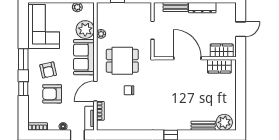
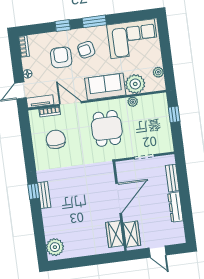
chair: (129, 90) -> (56, 139), moved, width x1.87, depth x1.87
bench: (203, 126) -> (44, 195), moved

